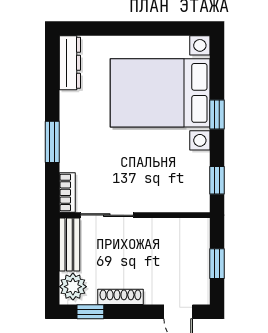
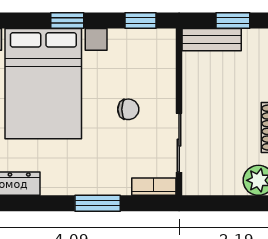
chair: (137, 169) -> (128, 109), added
bench: (69, 244) -> (212, 40), moved

